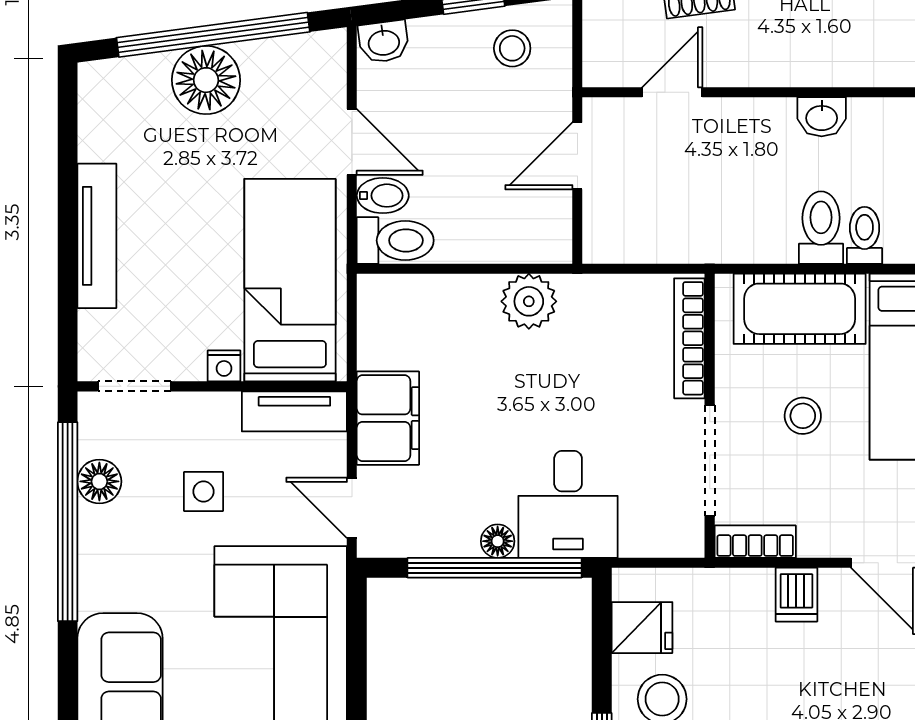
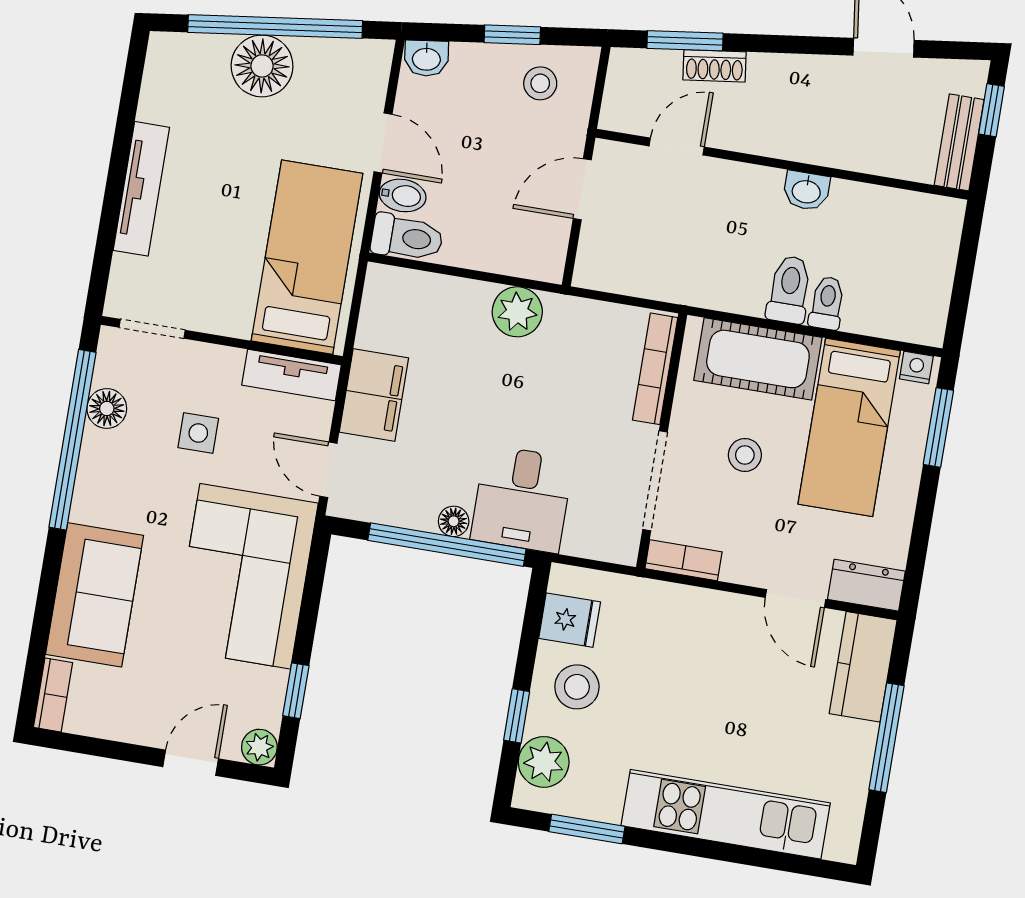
nightstand: (224, 366) -> (235, 324), removed
dishwasher: (796, 595) -> (712, 614), removed

